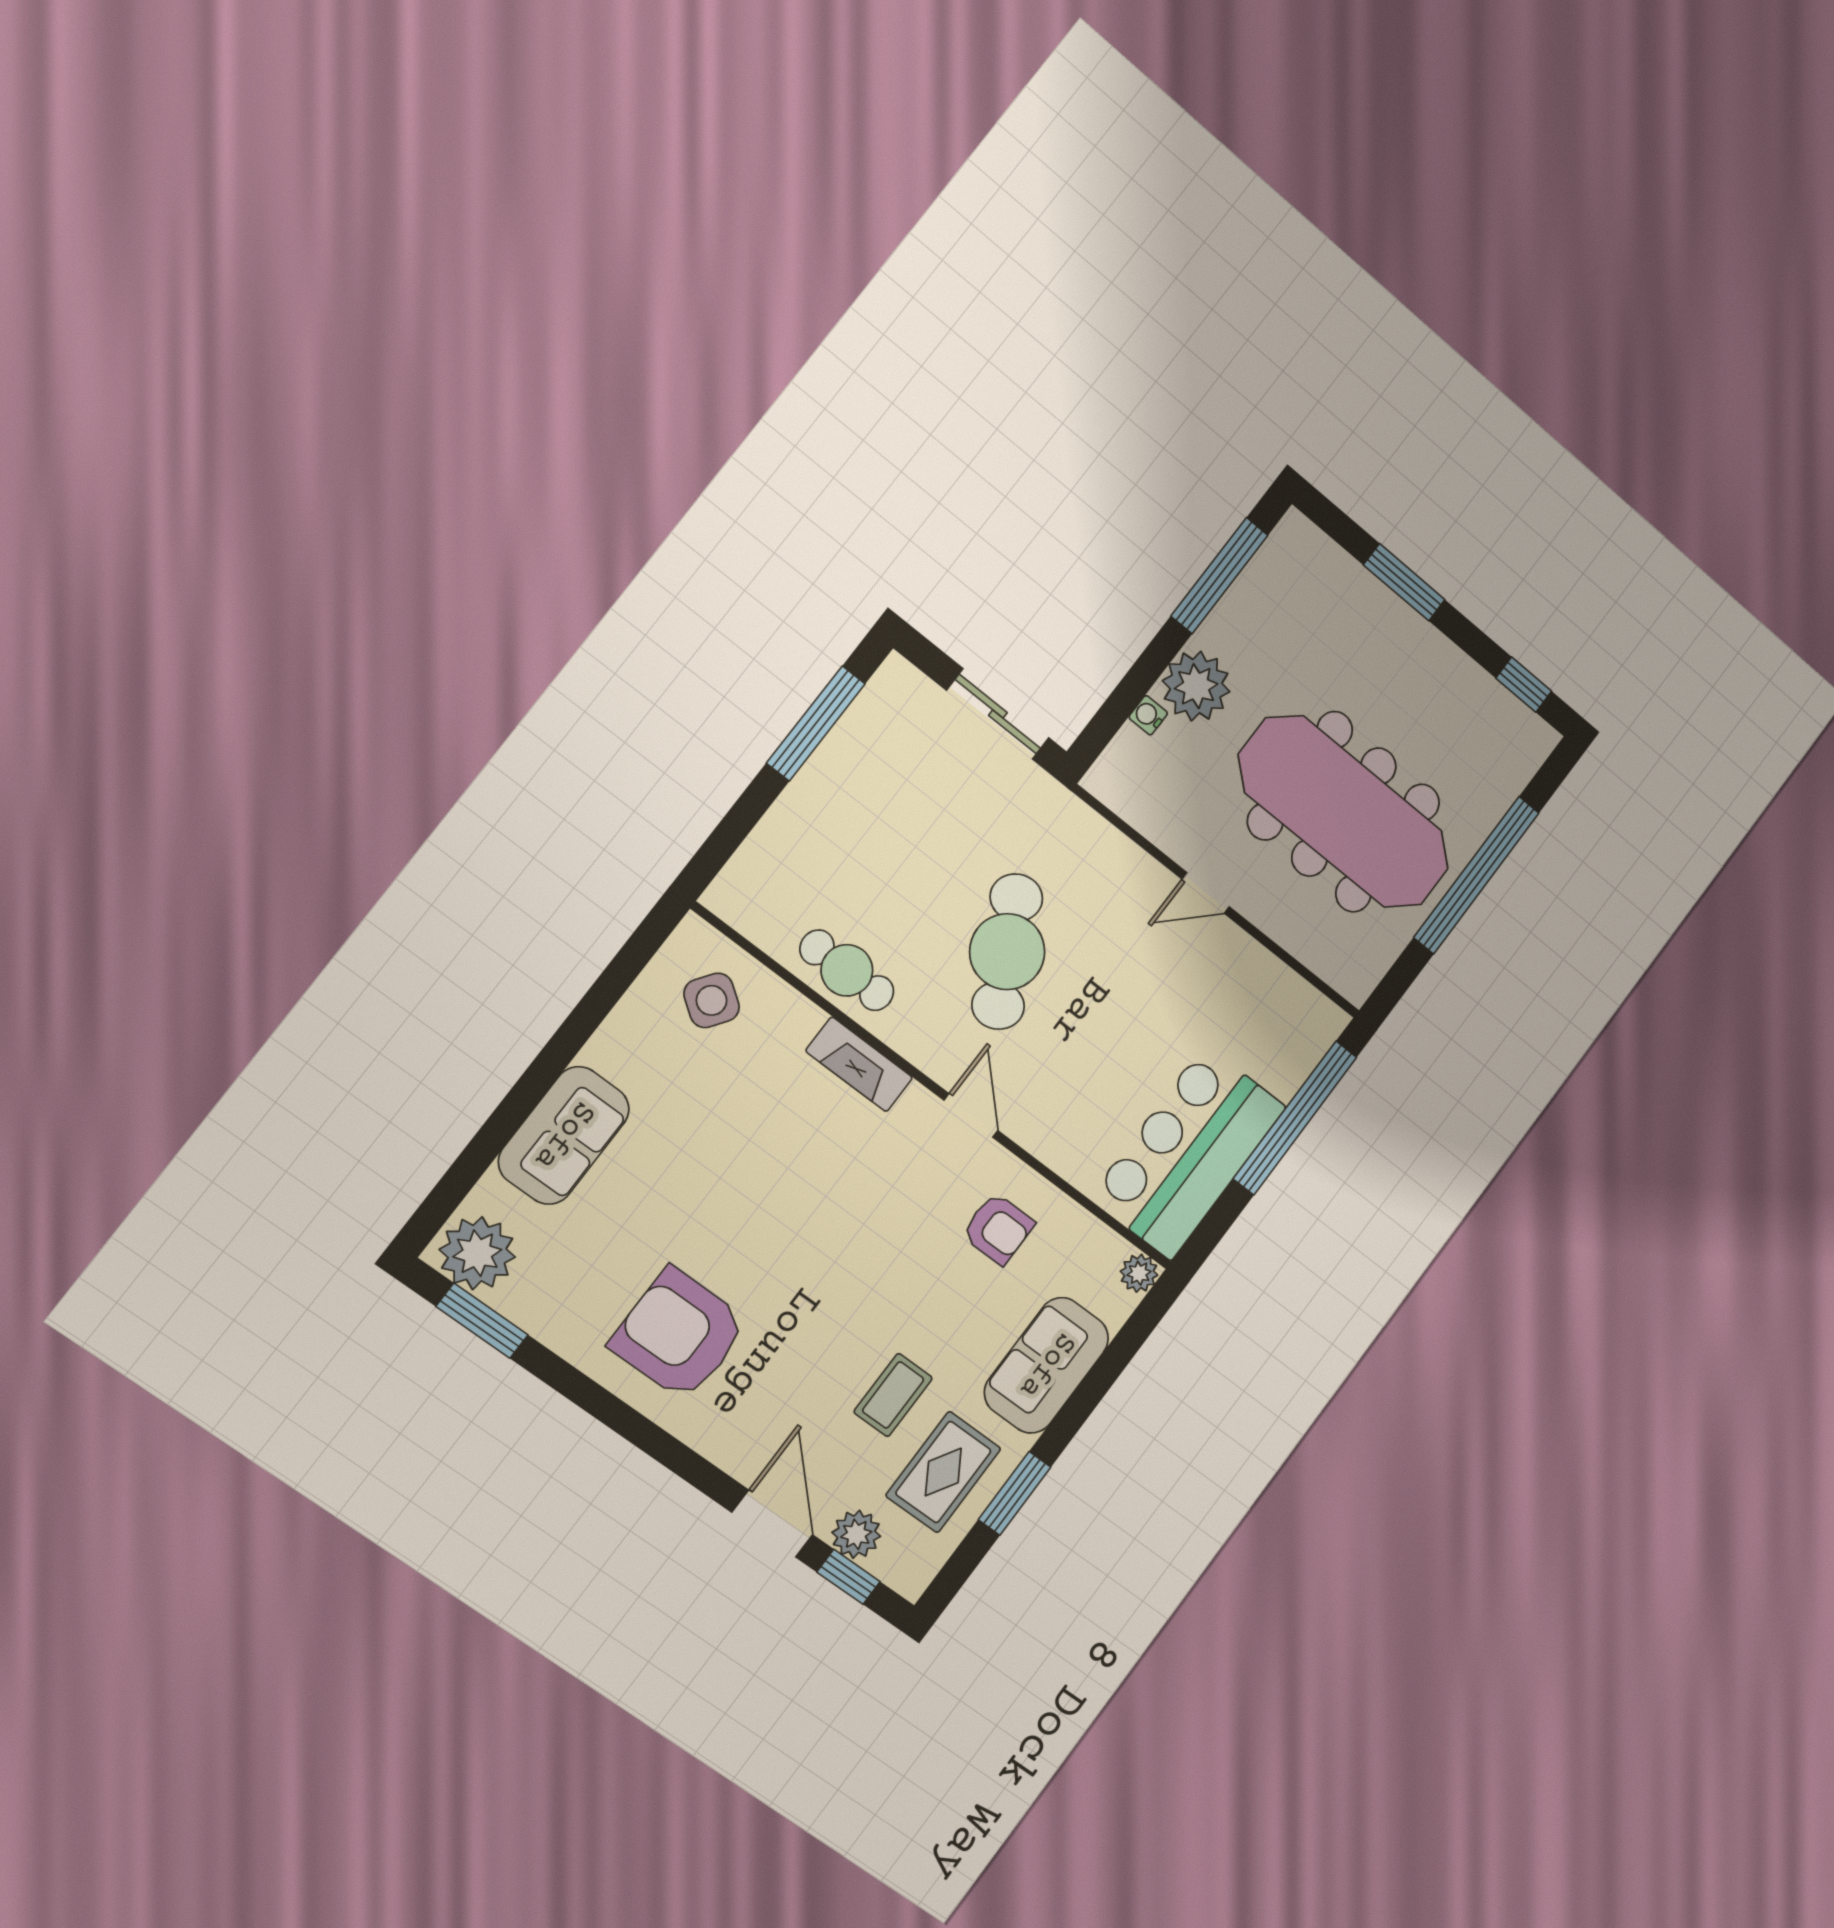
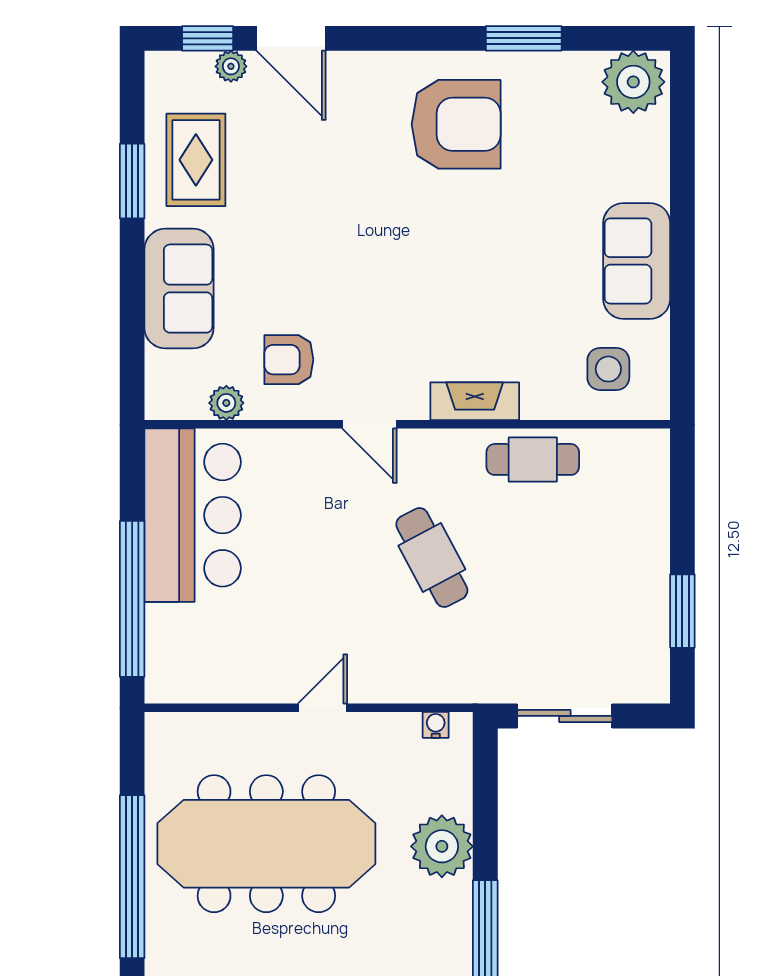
water cooler: (1148, 715) -> (436, 725), moved, turned -90
window: (816, 723) -> (682, 611), width x0.69
cafe table: (1007, 952) -> (432, 557), width x0.73, depth x0.74
side table: (712, 1000) -> (608, 369), turned -35
sofa: (564, 1135) -> (637, 261), moved
plant: (1139, 1273) -> (226, 403), moved
window: (482, 1321) -> (524, 38), moved
coffee table: (893, 1395) -> (274, 189), removed
plant: (856, 1534) -> (231, 66), width x0.73, depth x0.73

